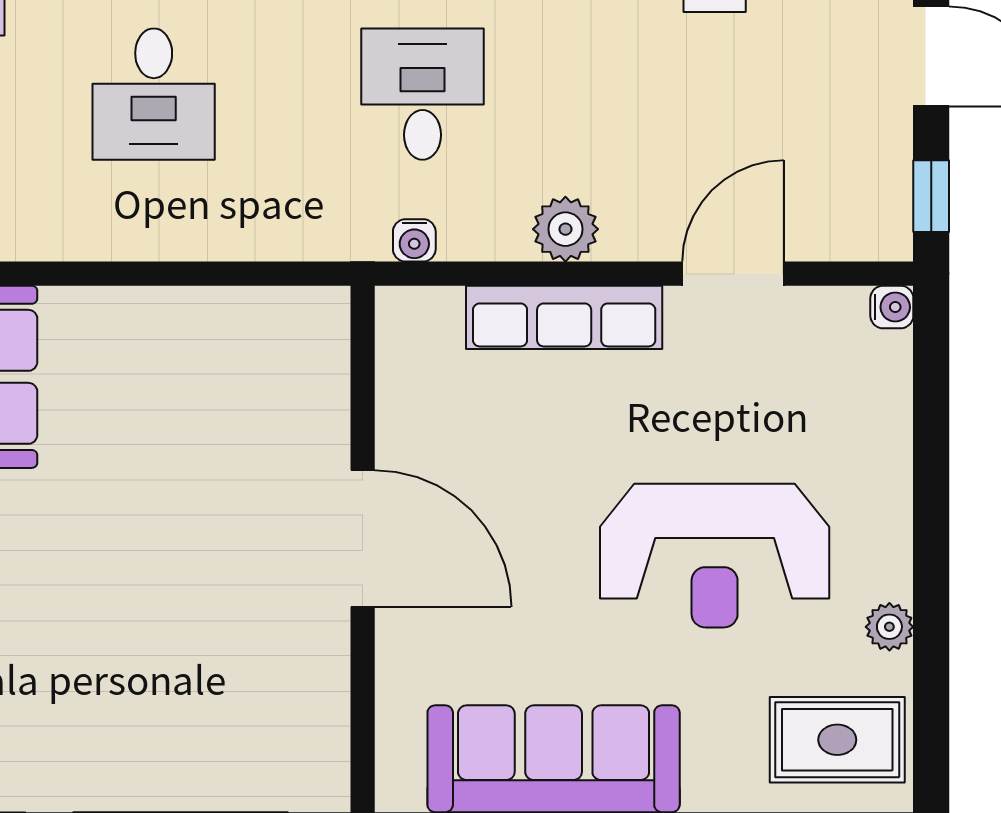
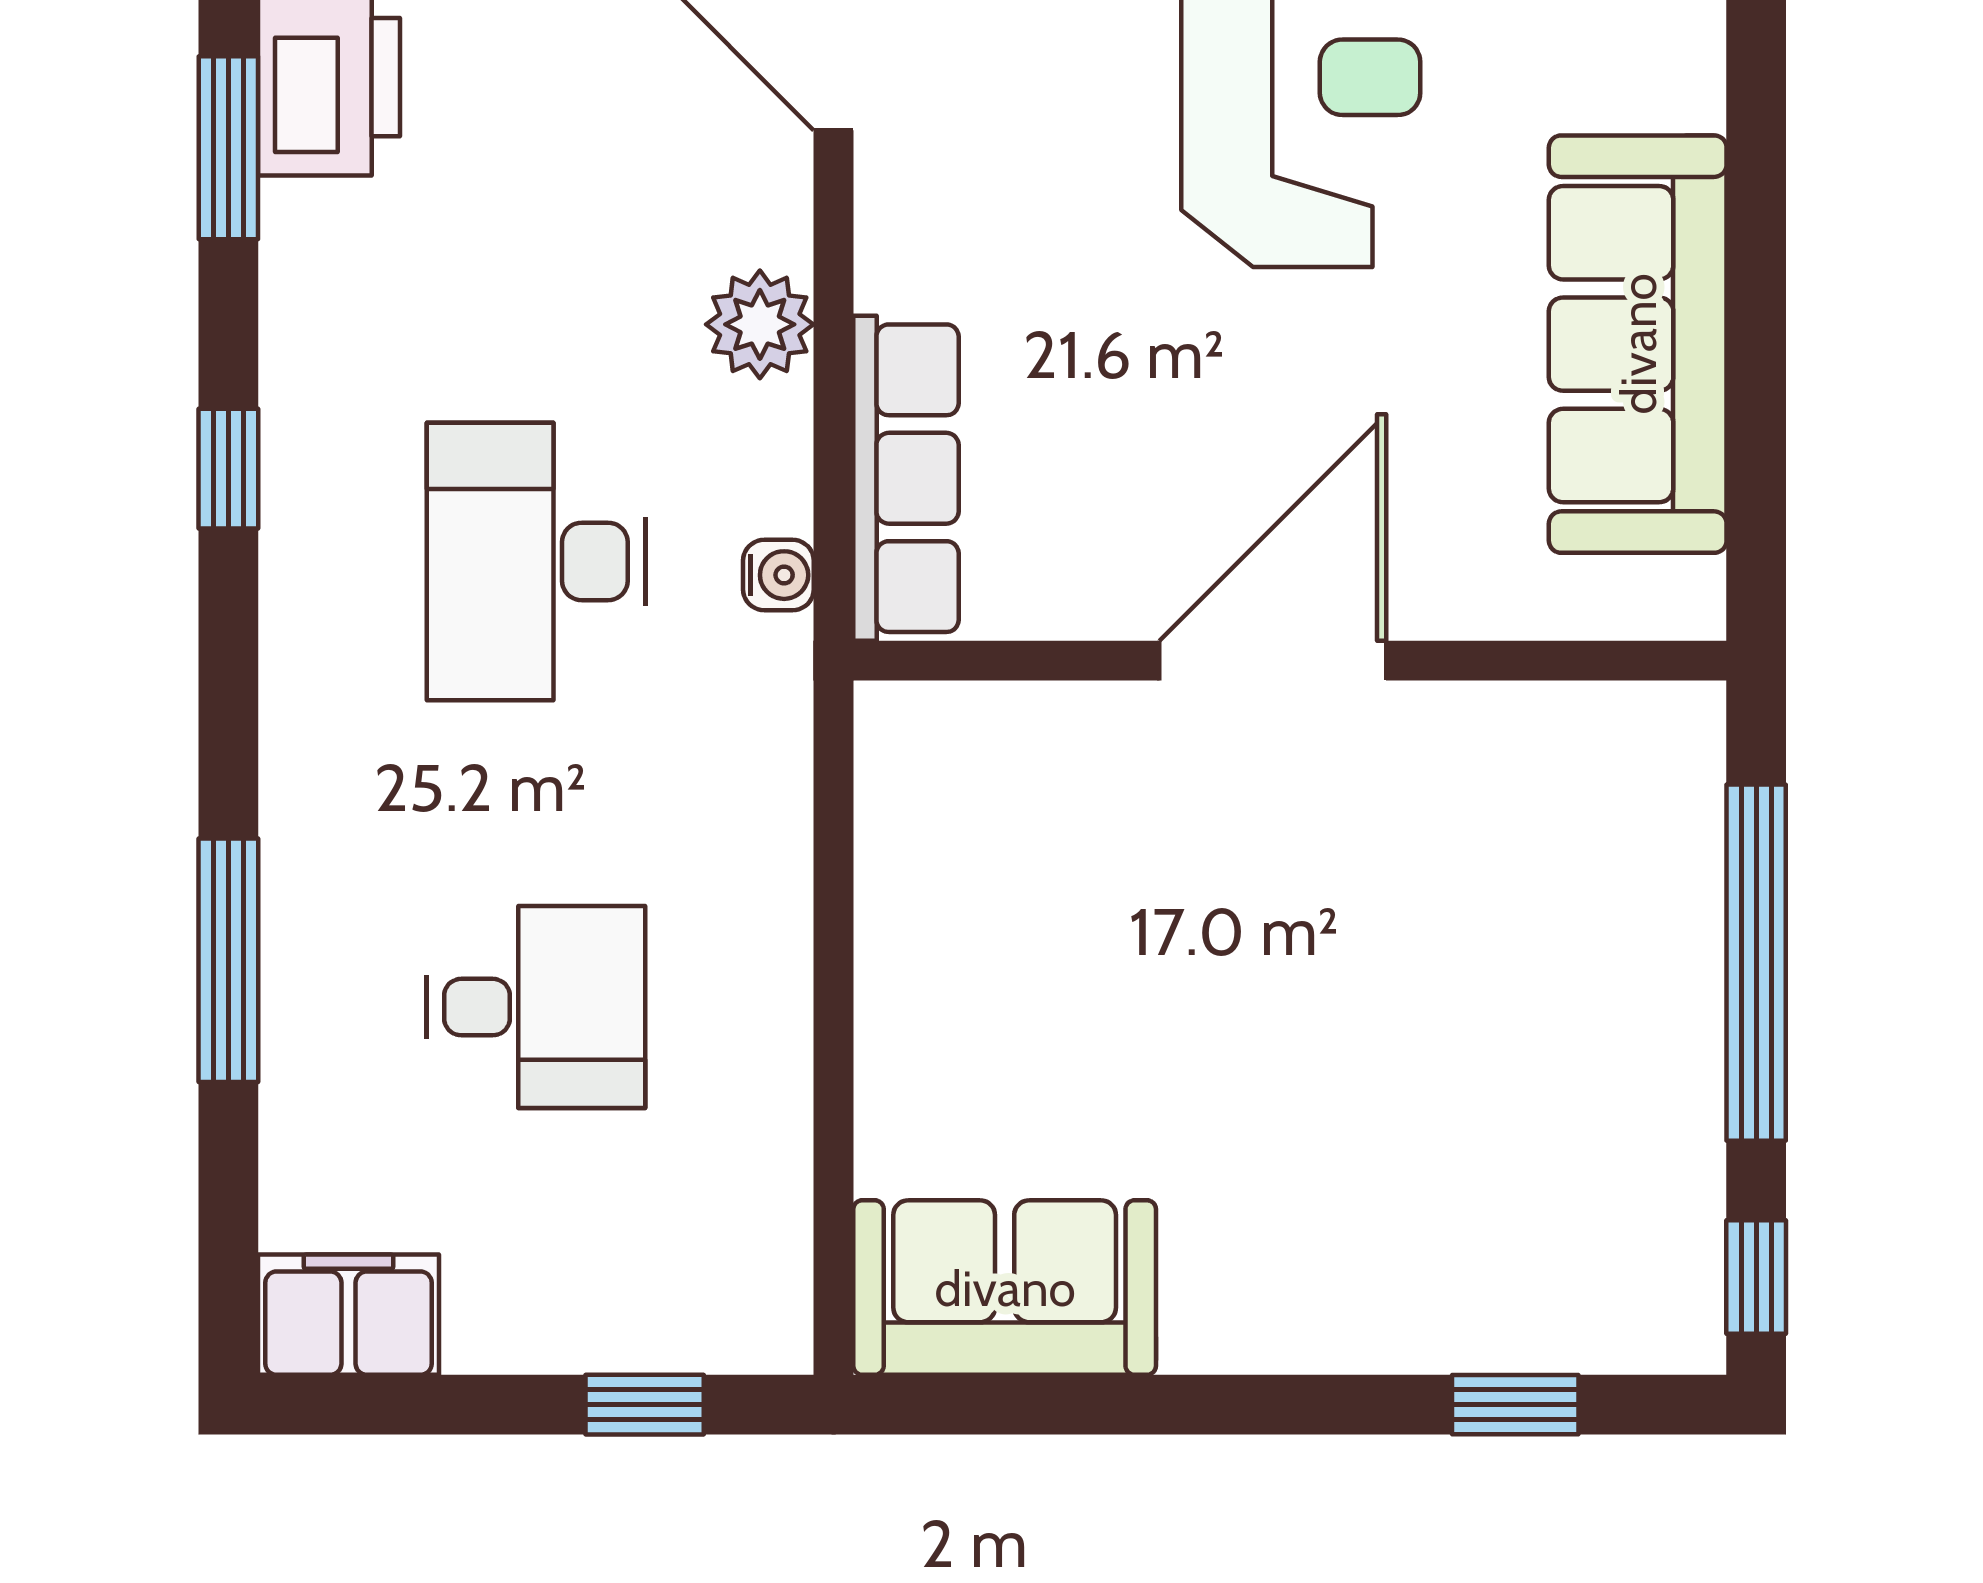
desk: (422, 94) -> (536, 561), width x1.37
row of seats: (564, 317) -> (906, 478), moved

